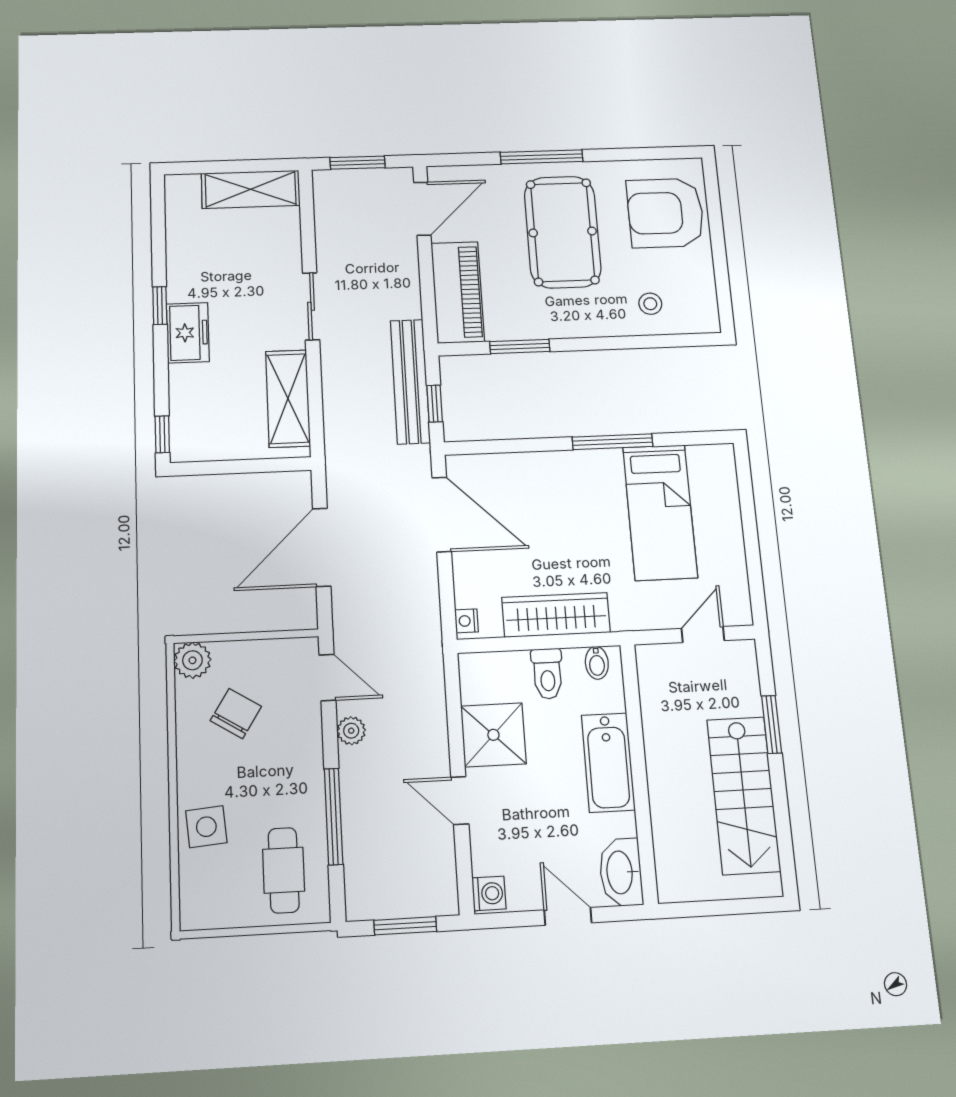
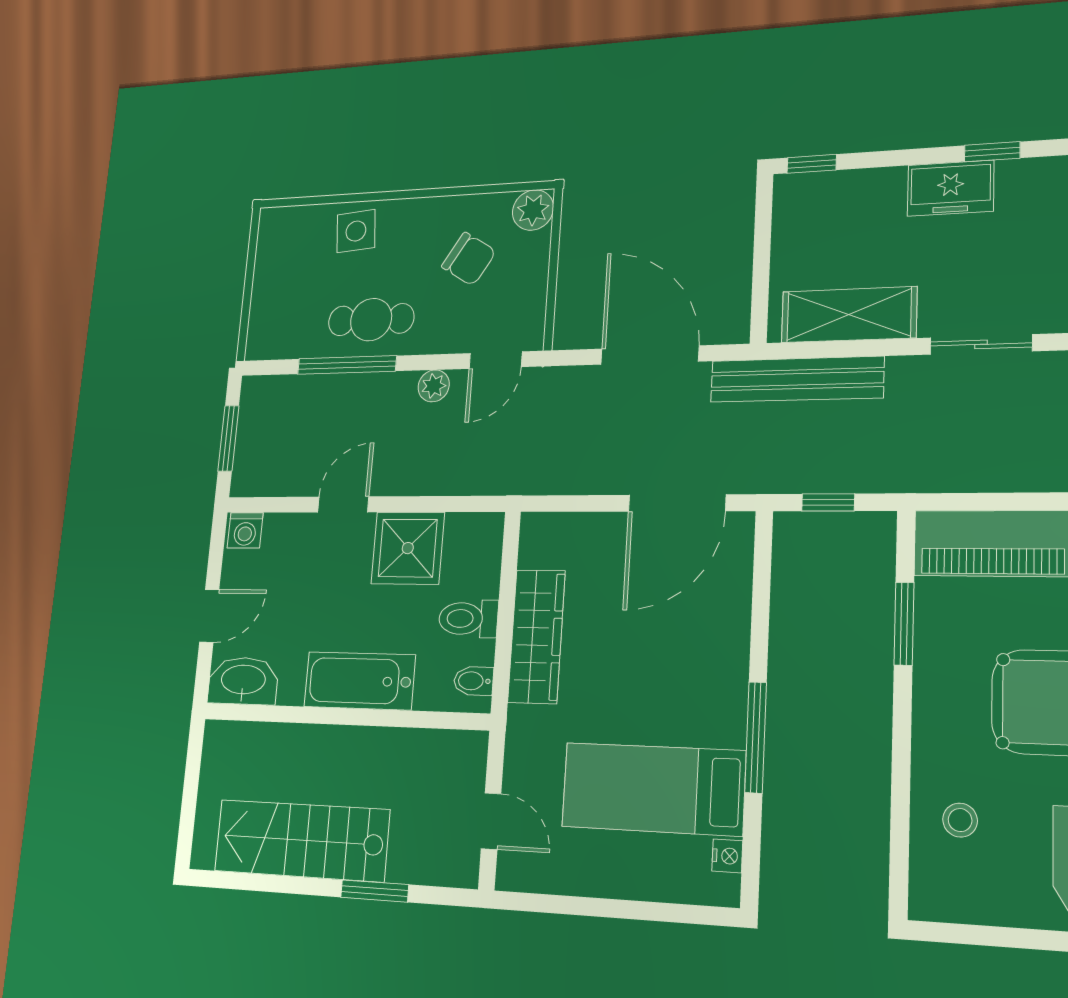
bench: (410, 381) -> (796, 379), moved
nightstand: (466, 621) -> (727, 856), moved, turned 90
cafe table: (284, 870) -> (371, 320), moved

